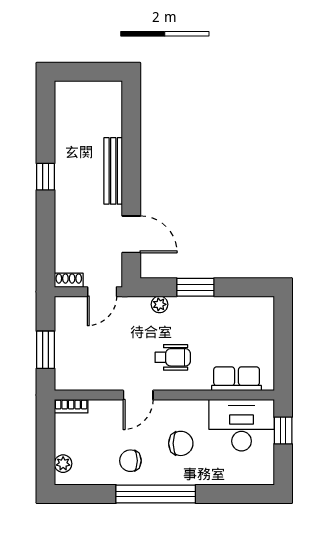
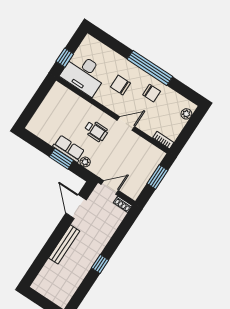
wheelchair: (173, 357) -> (96, 131), turned 180
row of seats: (237, 379) -> (69, 149), moved, turned 180

